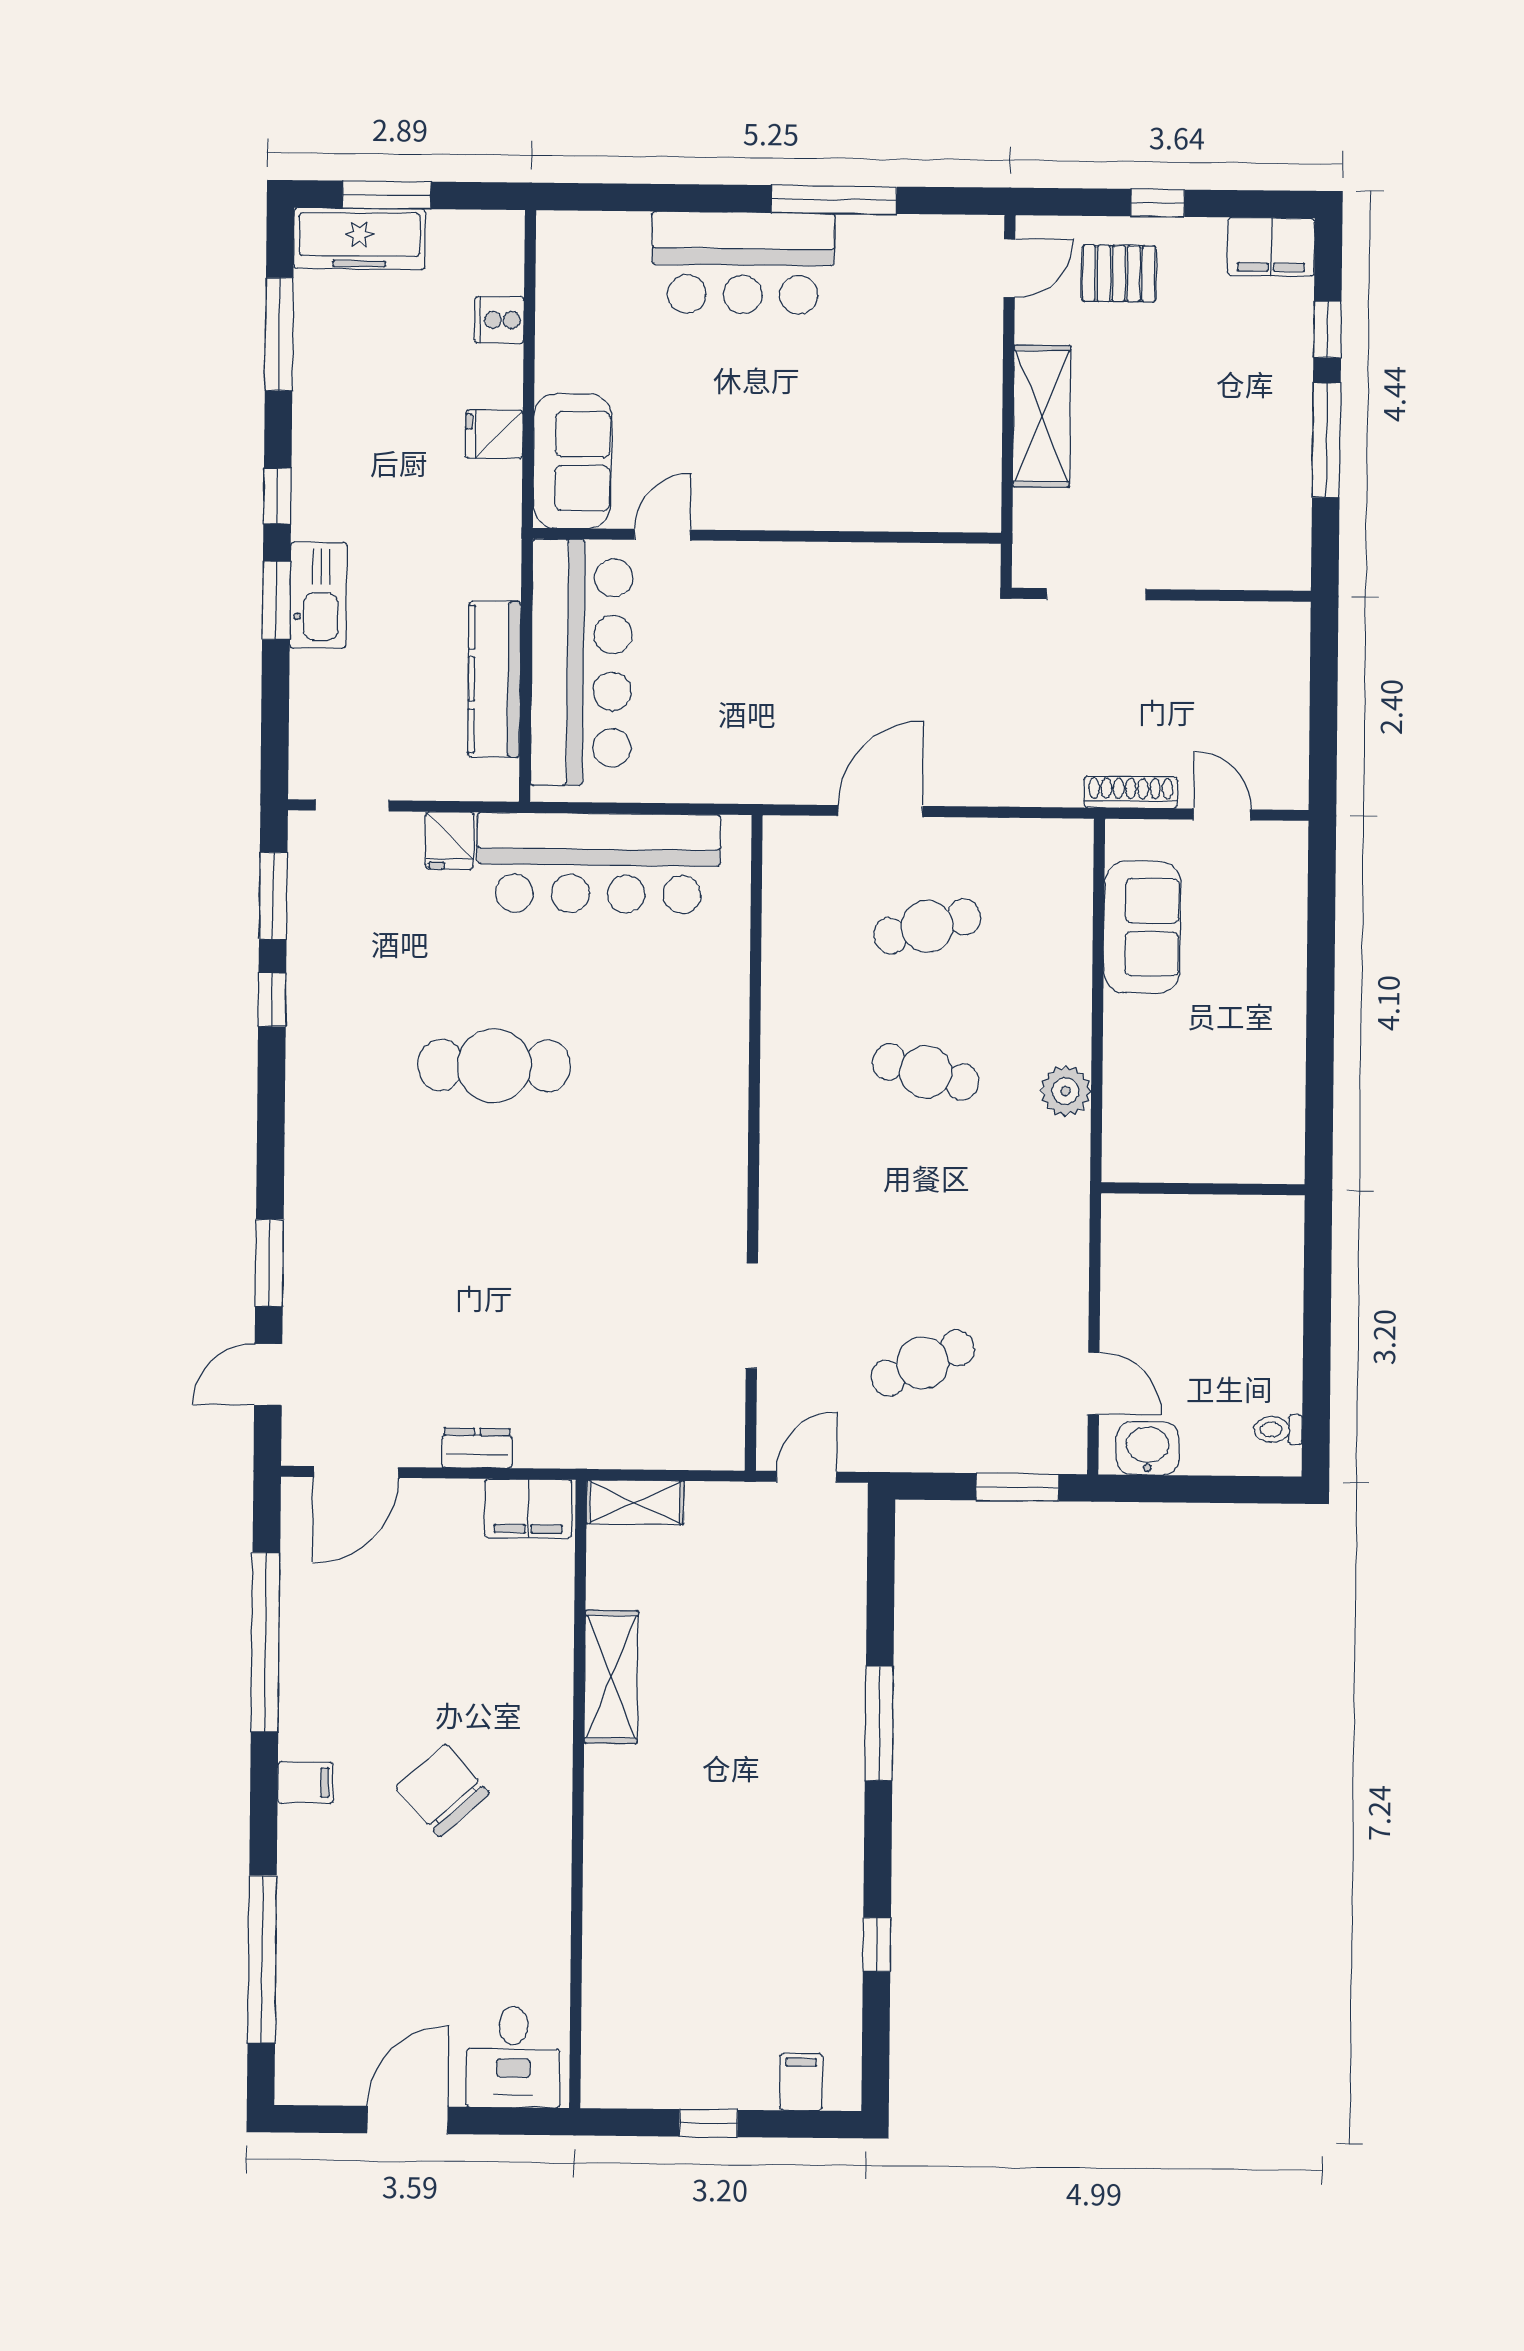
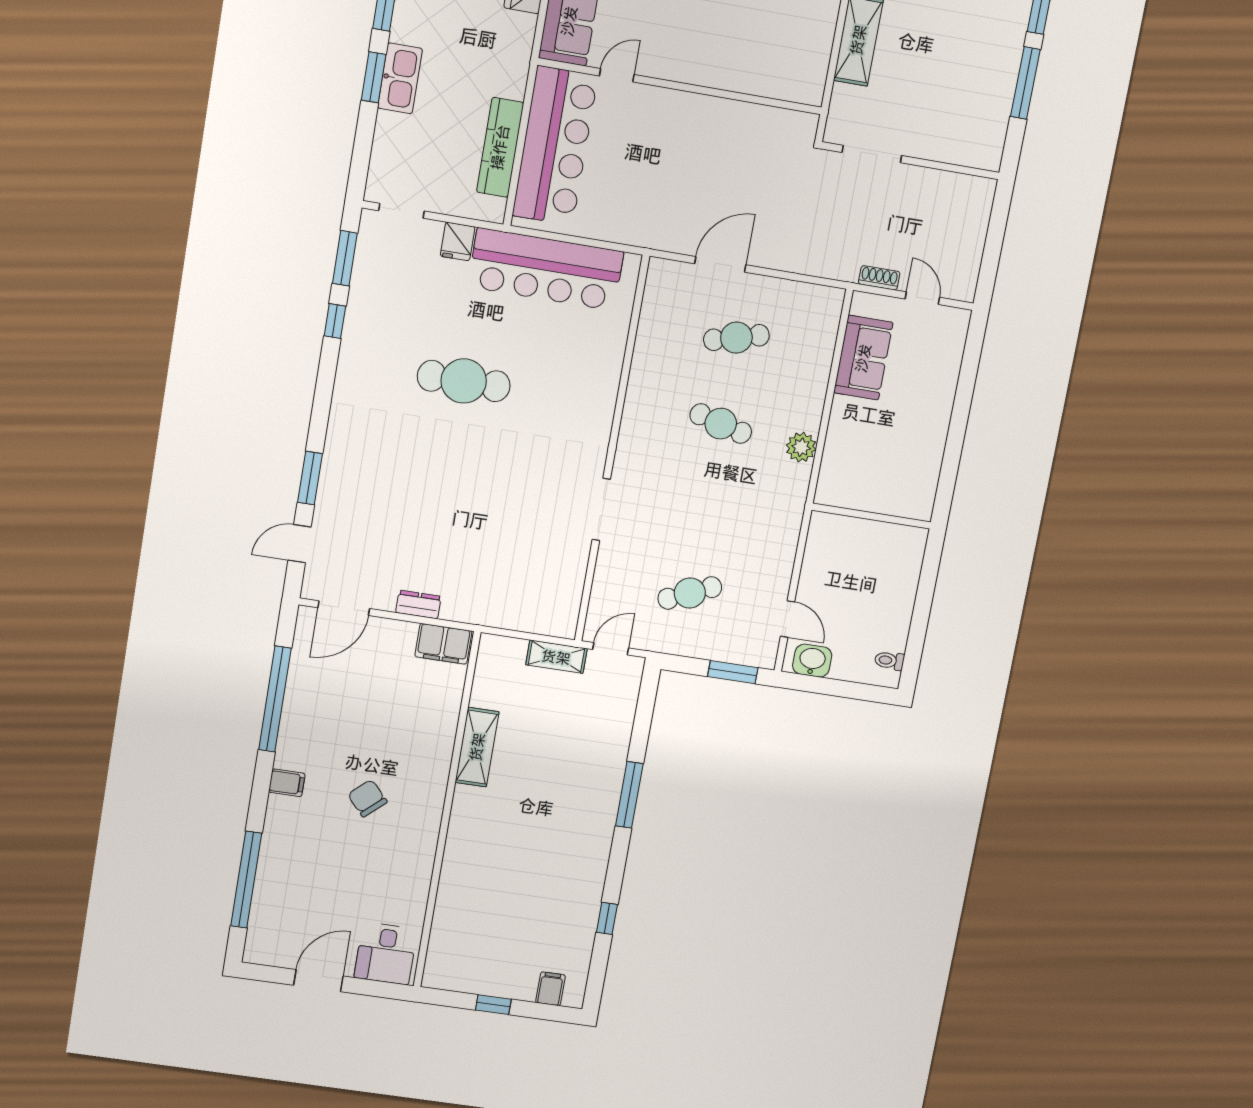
shoe rack: (1131, 792) -> (879, 278), width x0.70
doorway: (752, 1316) -> (601, 509), moved
shelving: (635, 1502) -> (556, 657), moved
chair: (442, 1790) -> (367, 798), width x0.73, depth x0.73

